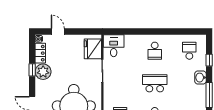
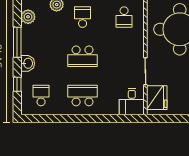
school desk: (155, 51) -> (83, 95), width x1.85
school desk: (189, 51) -> (41, 95), turned 180

